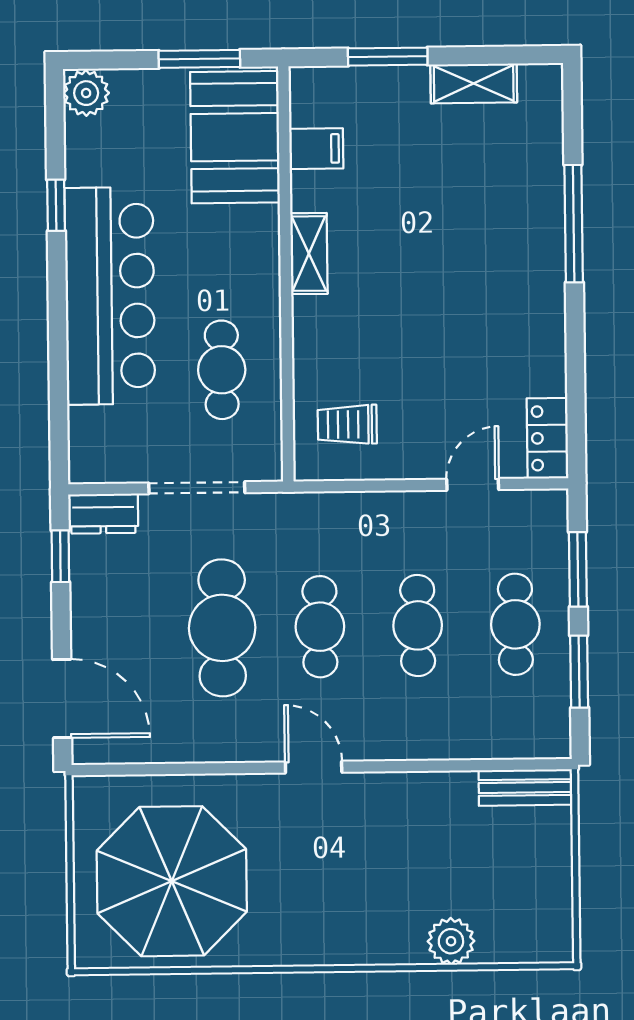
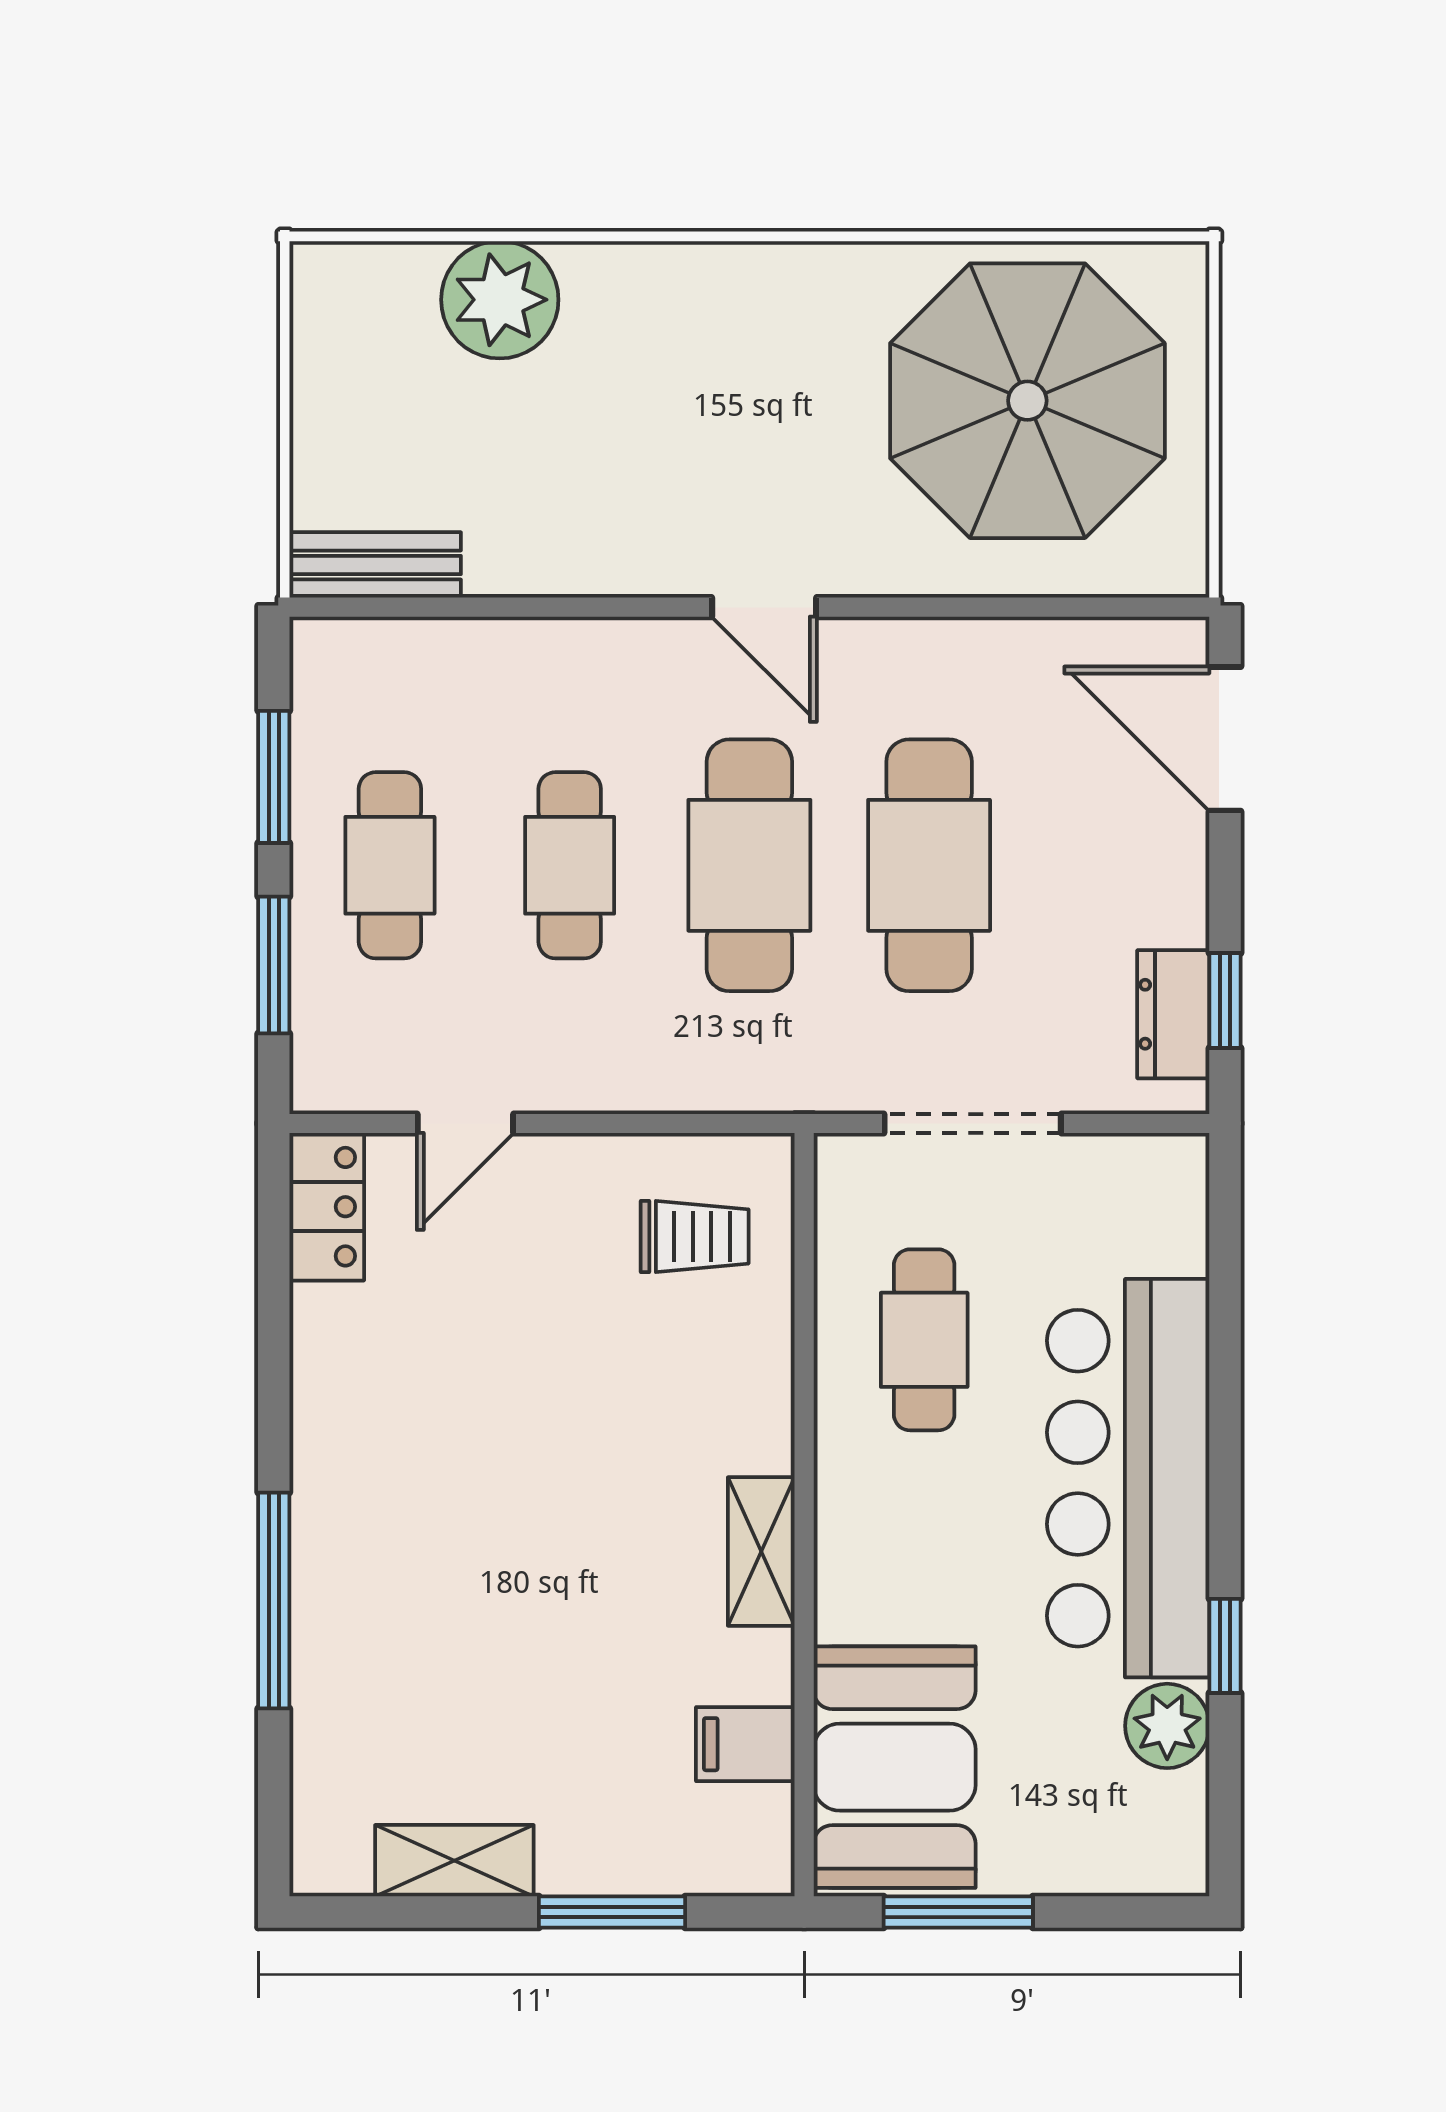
plant: (86, 93) -> (1167, 1726), moved
dresser: (103, 514) -> (1173, 1014), moved, turned -90
cafe table: (320, 627) -> (749, 865), width x1.37, depth x1.35
plant: (451, 941) -> (500, 300), width x1.36, depth x1.36

